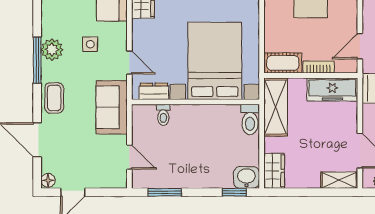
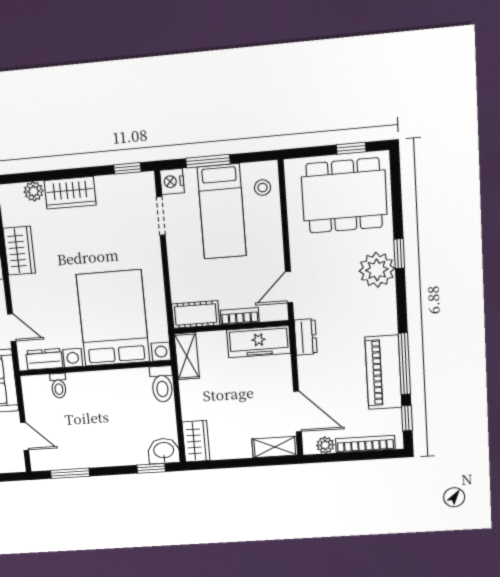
shelving: (276, 107) -> (187, 356), width x0.67, depth x0.75

